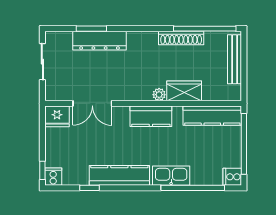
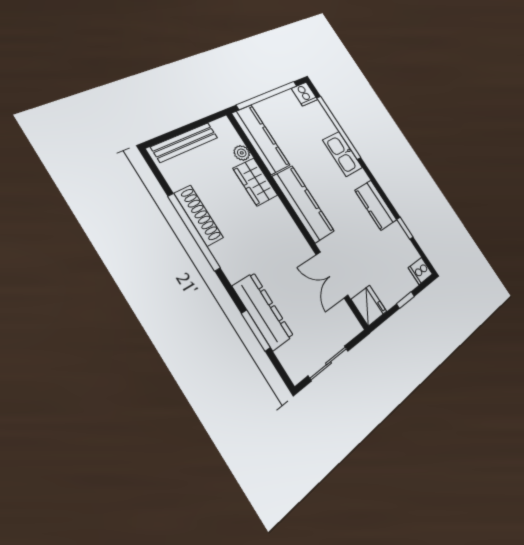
window: (205, 29) -> (194, 232), moved
plant: (159, 95) -> (242, 153), moved
double door: (92, 103) -> (332, 275), swing flipped
kitchen counter: (151, 116) -> (303, 204), width x1.50
window: (42, 170) -> (405, 300), moved
kitchen counter: (119, 175) -> (376, 205), width x0.67

